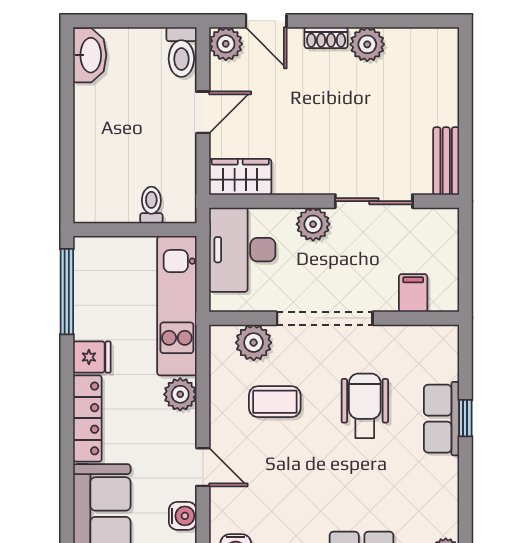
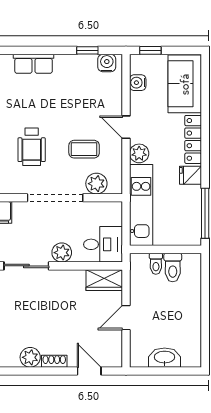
plant: (226, 44) -> (113, 358), removed
toilet: (181, 52) -> (173, 268), moved, turned 180
washbasin: (90, 55) -> (165, 358), moved, turned 90
desk: (242, 250) -> (103, 244), width x0.73
door: (203, 467) -> (126, 127), moved

